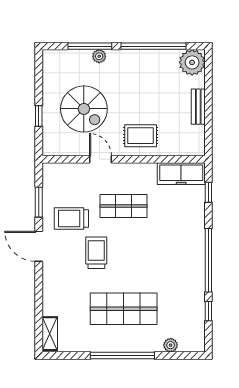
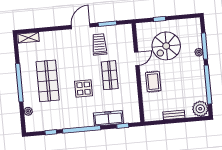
freezer: (181, 174) -> (108, 118), moved, turned 90
display table: (141, 251) -> (84, 88), added
trolley: (96, 253) -> (80, 61), removed

